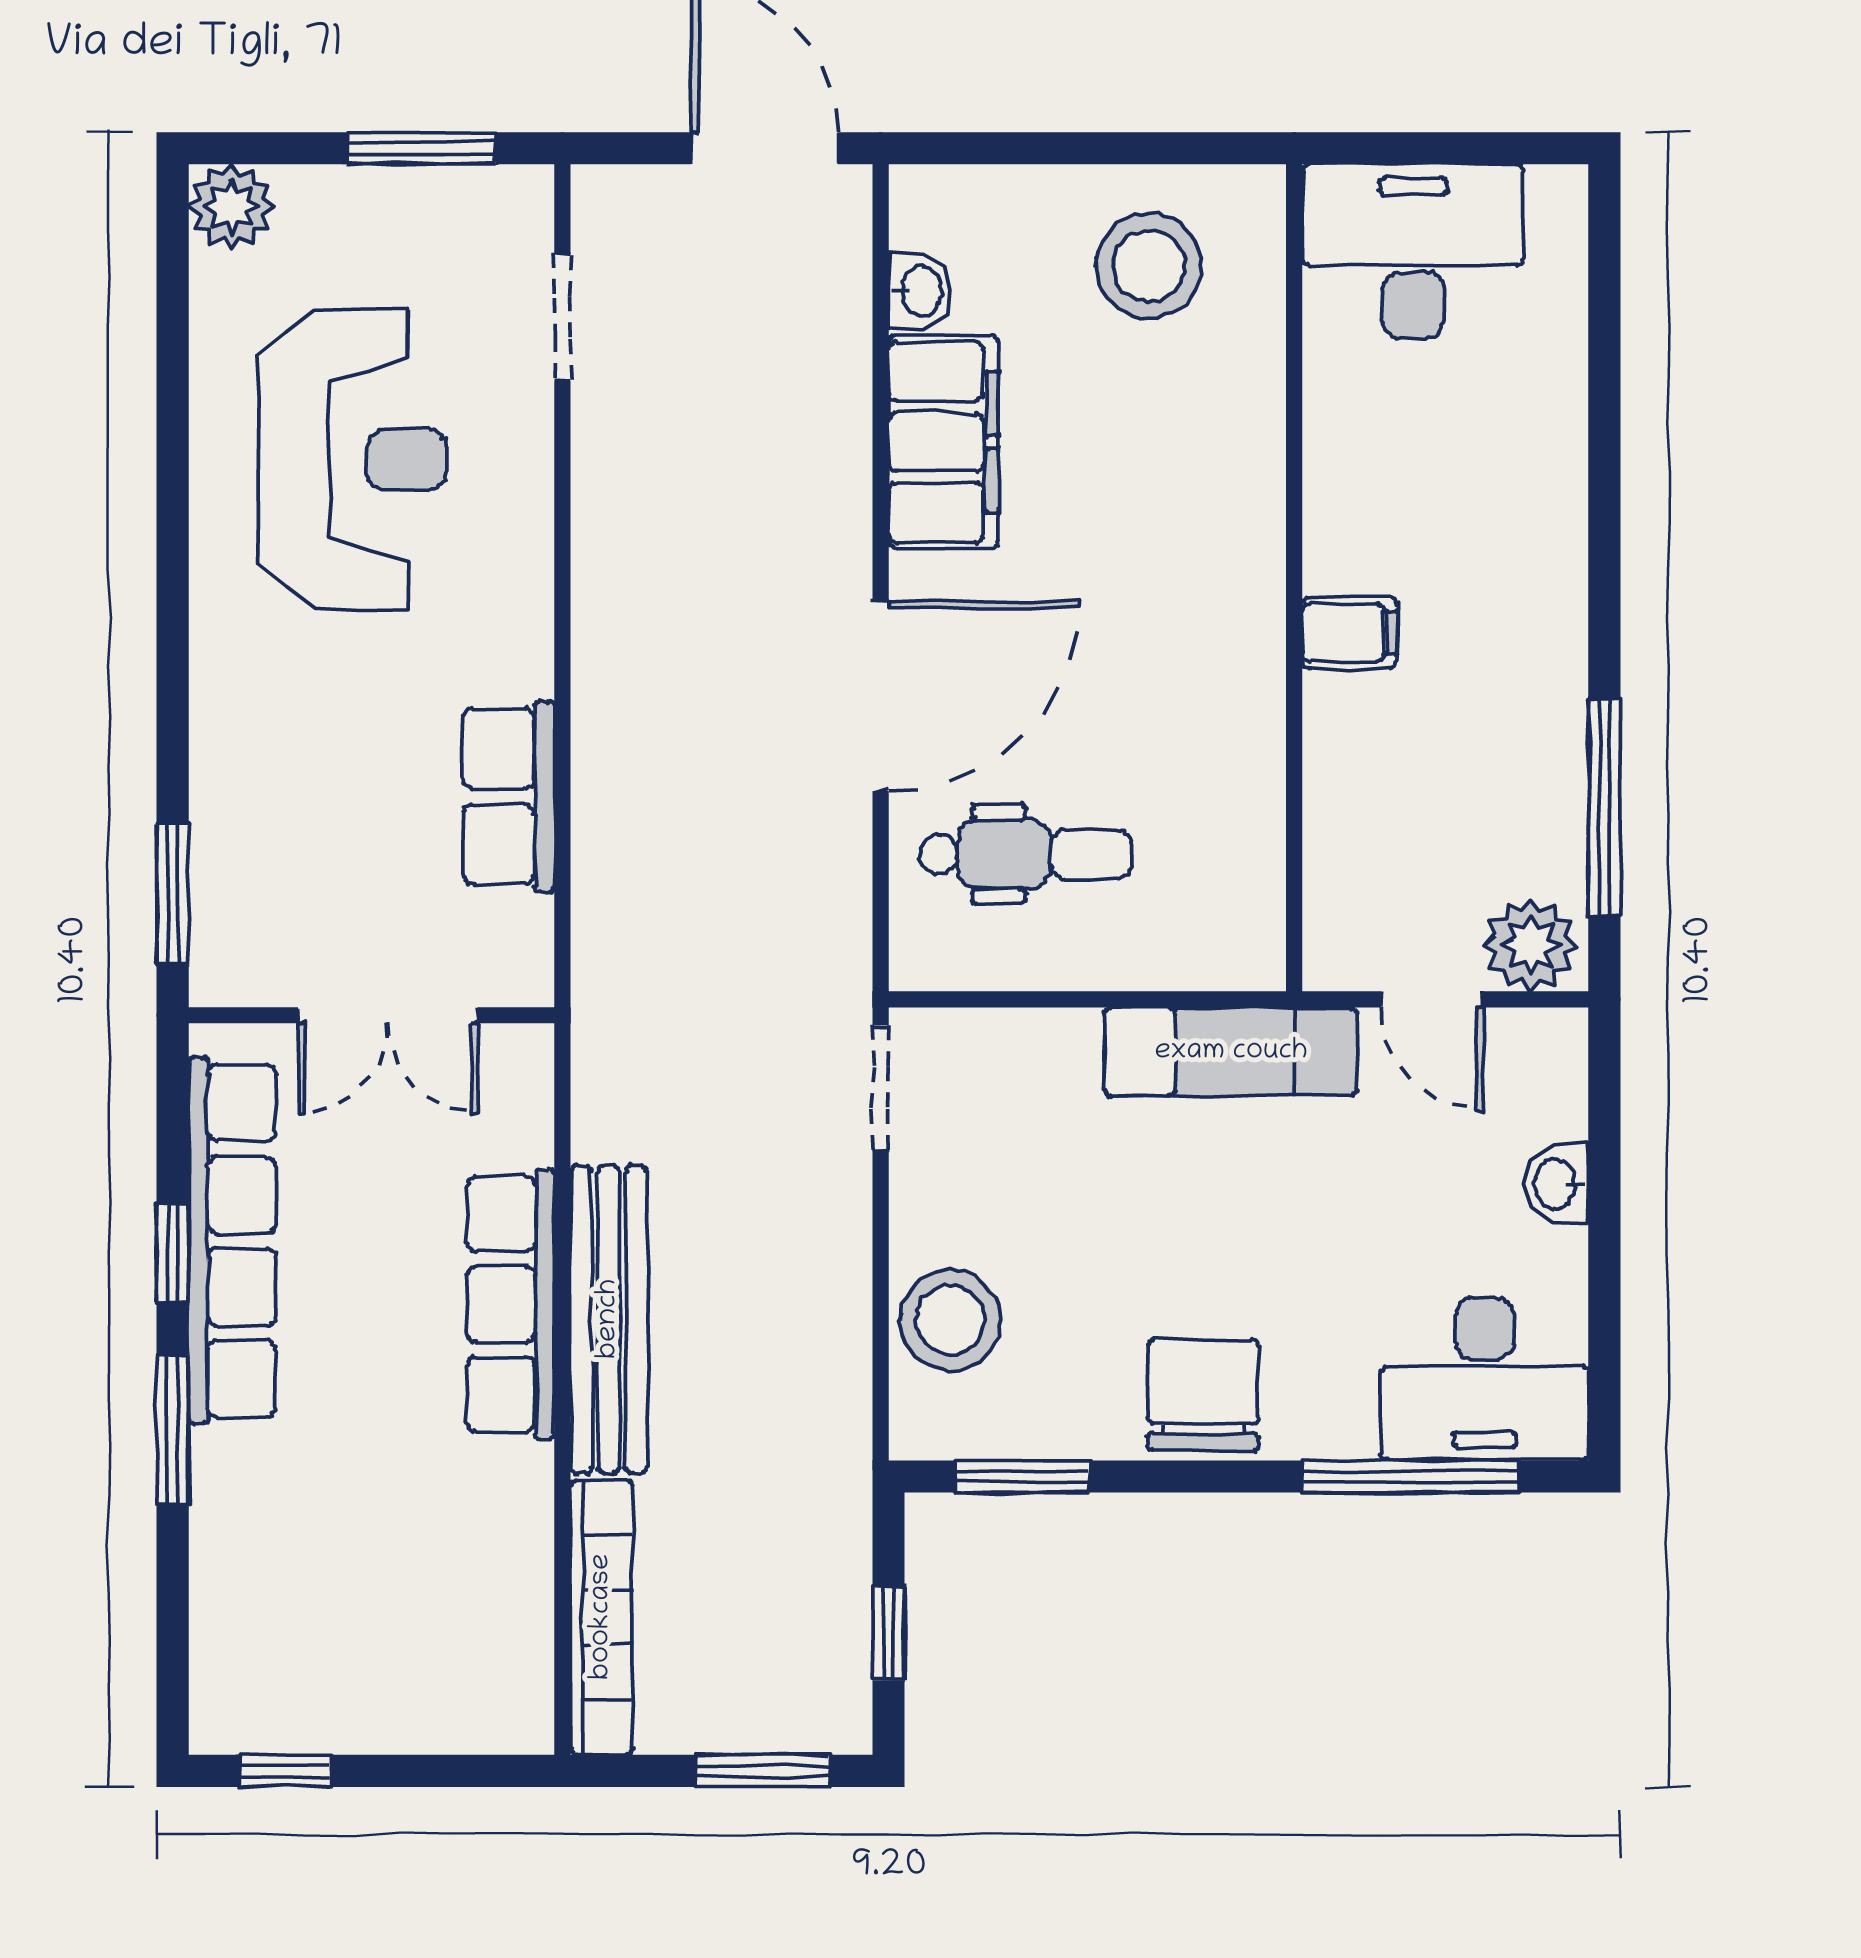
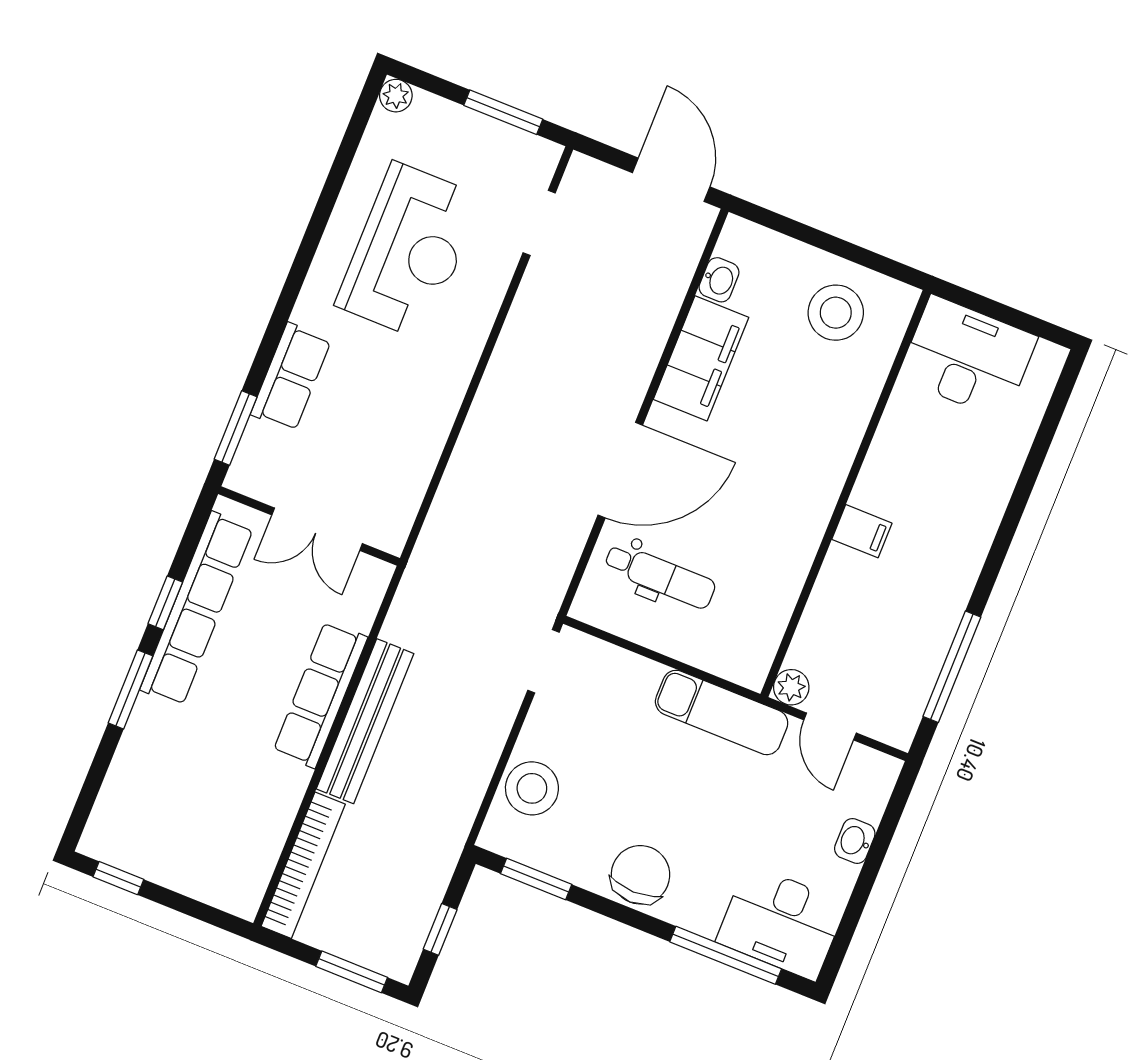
plant: (231, 207) -> (396, 96), width x0.73, depth x0.73
row of seats: (509, 797) -> (291, 377), moved, turned 180
plant: (1531, 945) -> (791, 687), moved, width x0.73, depth x0.73

